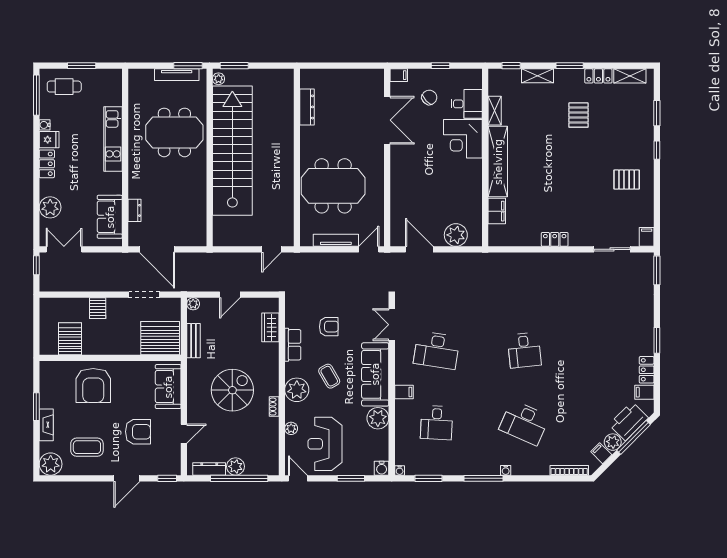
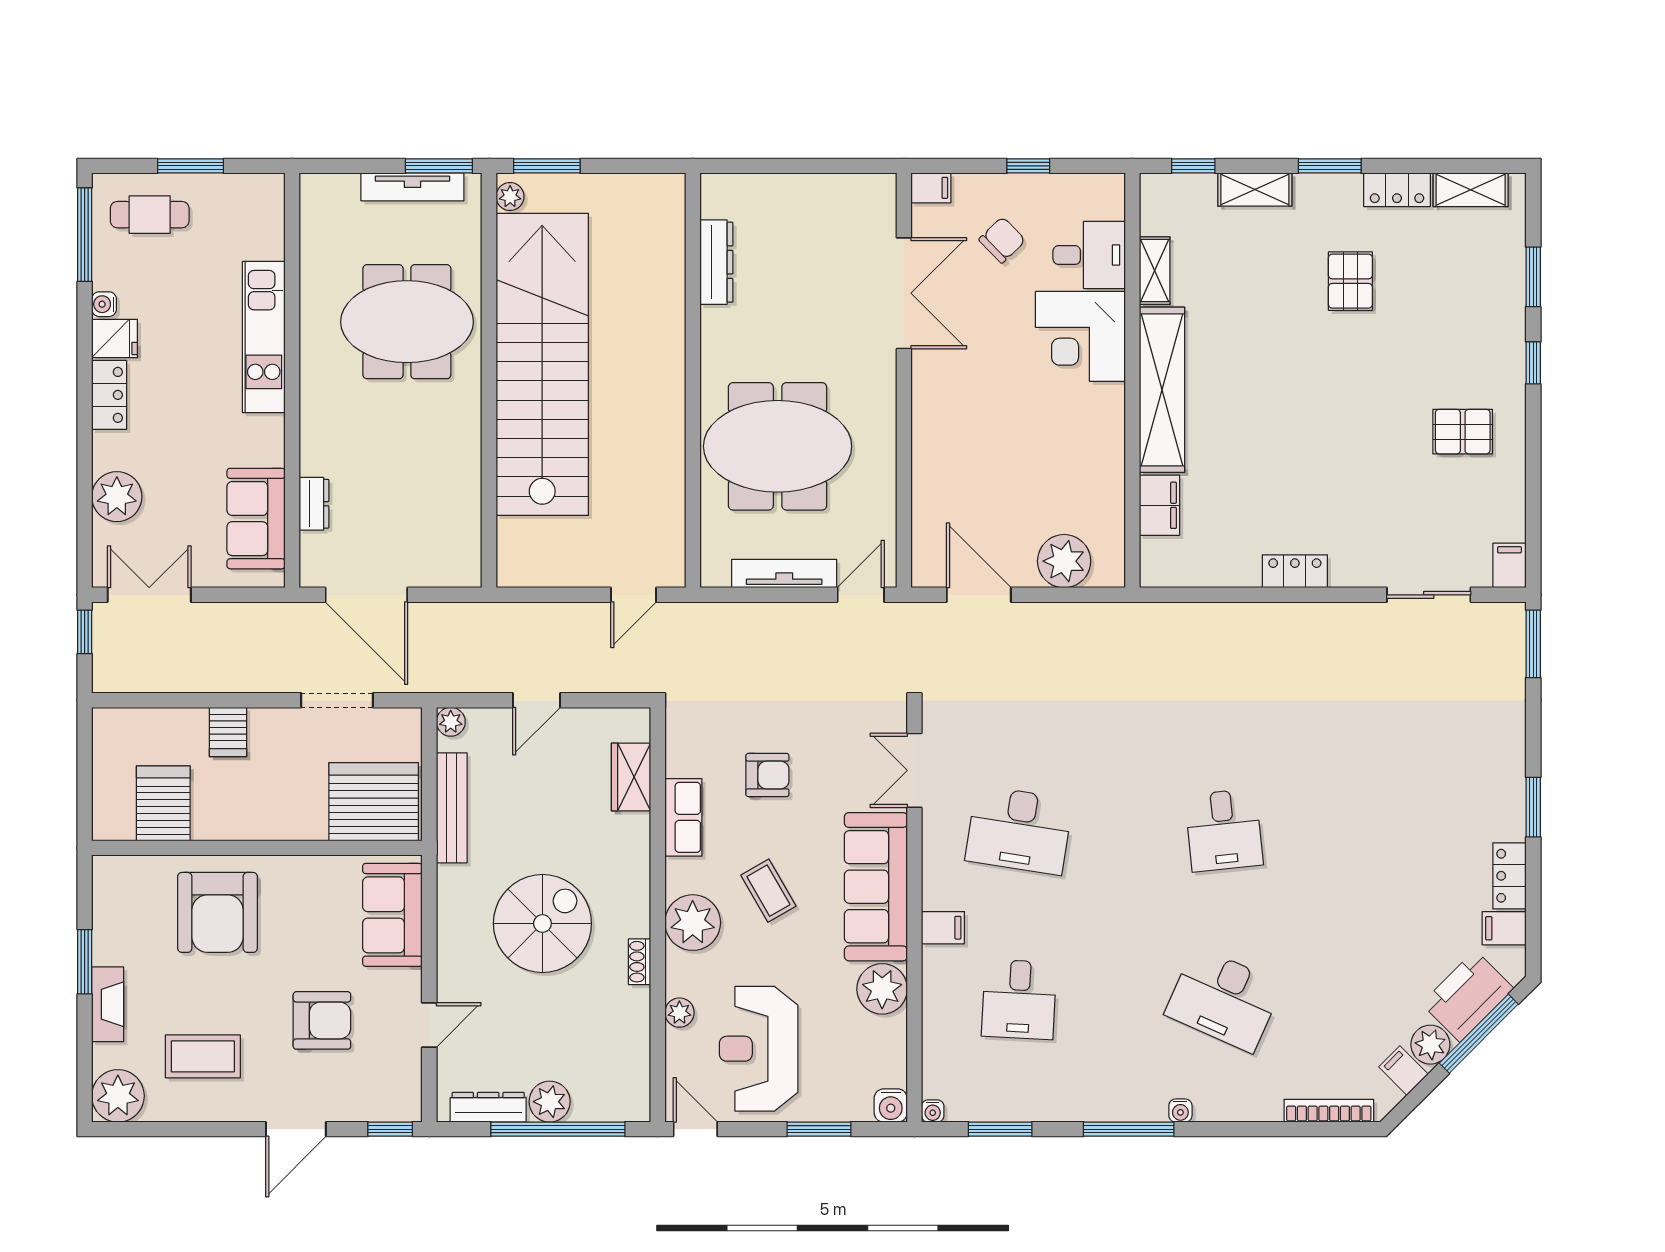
bench: (194, 341) -> (452, 808), width x1.36

